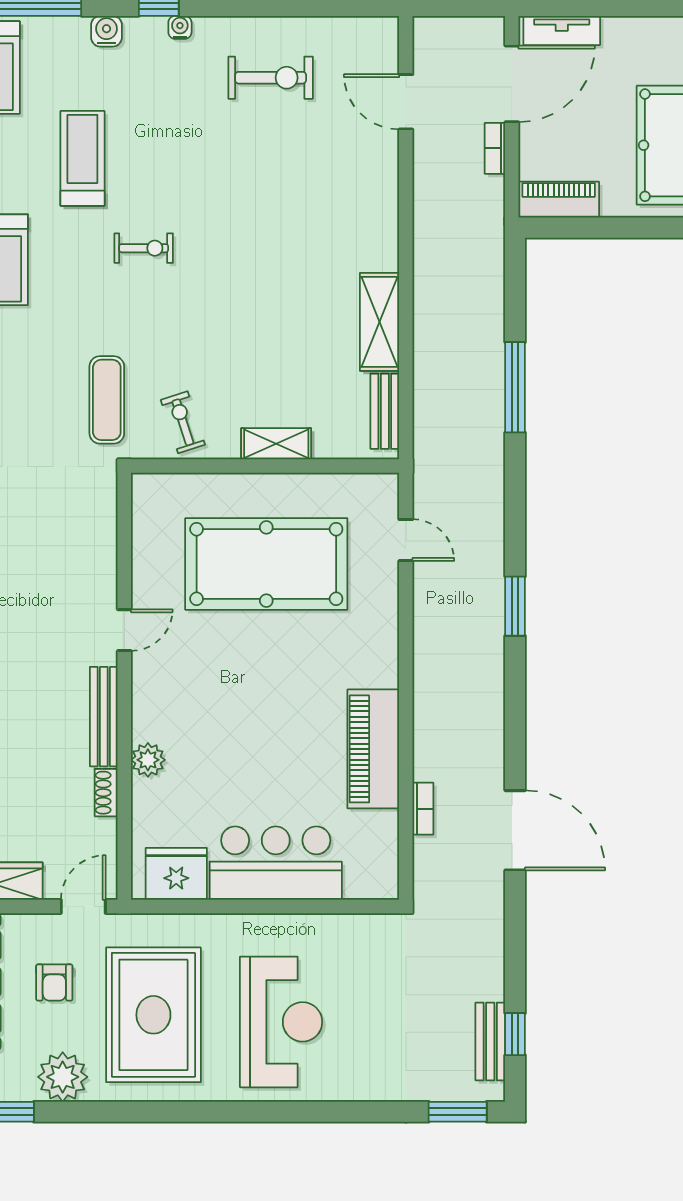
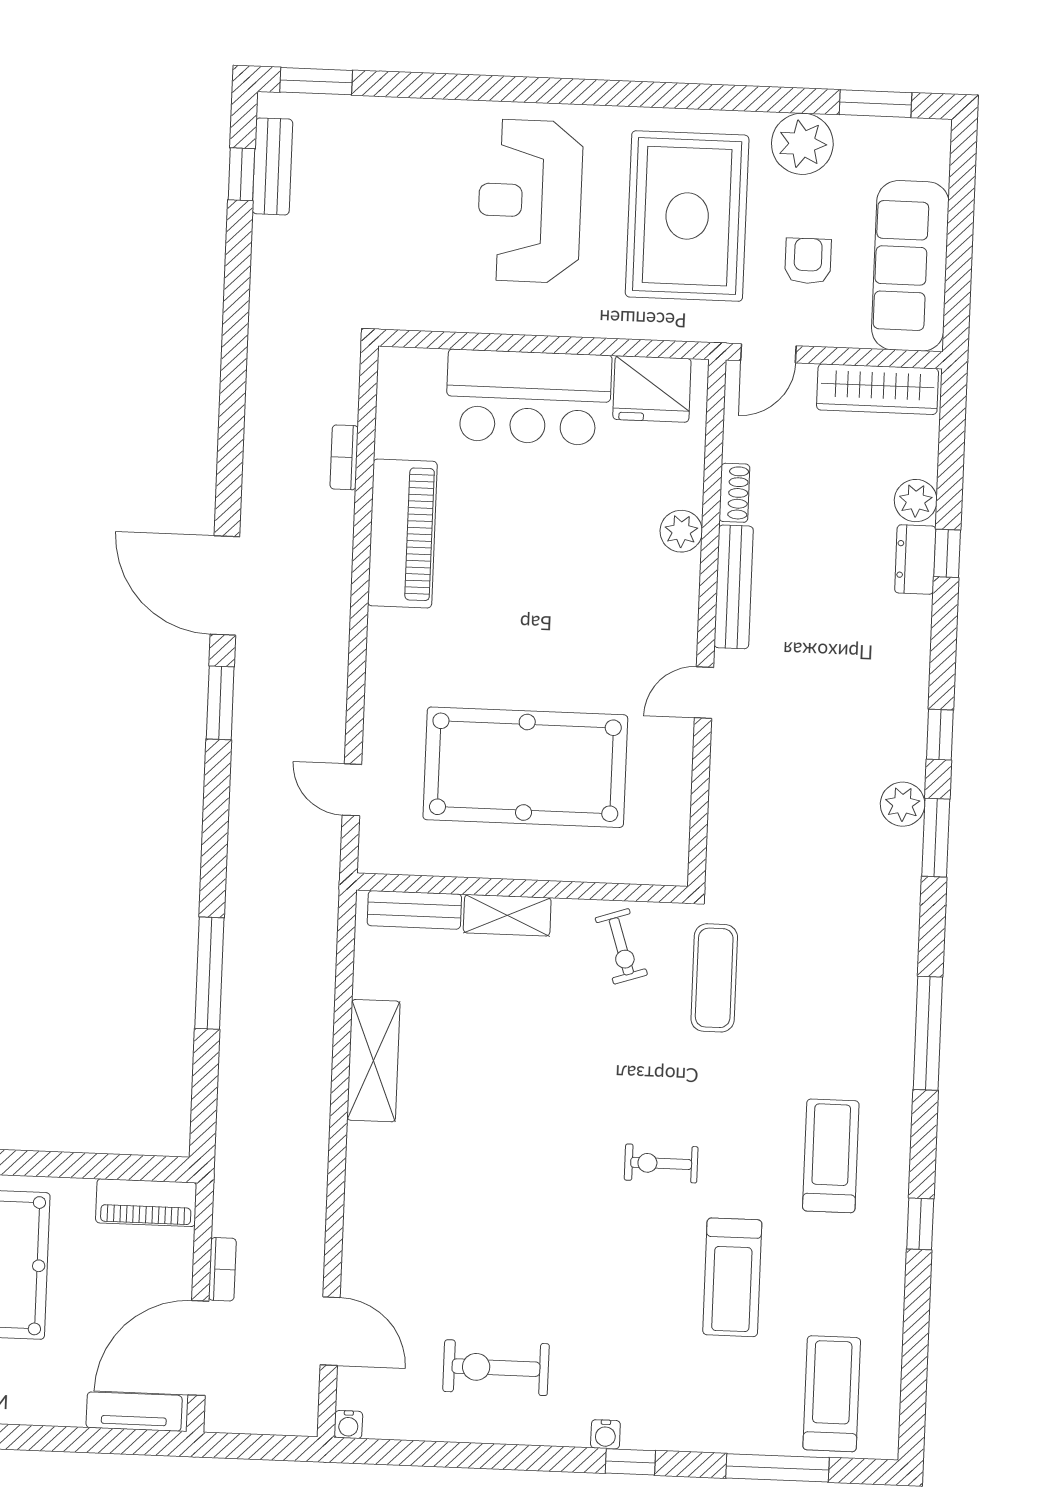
water cooler: (106, 31) -> (348, 1425), moved, width x0.72, depth x0.72
bench: (385, 411) -> (414, 910), moved, turned 90
door: (515, 830) -> (225, 586), moved

